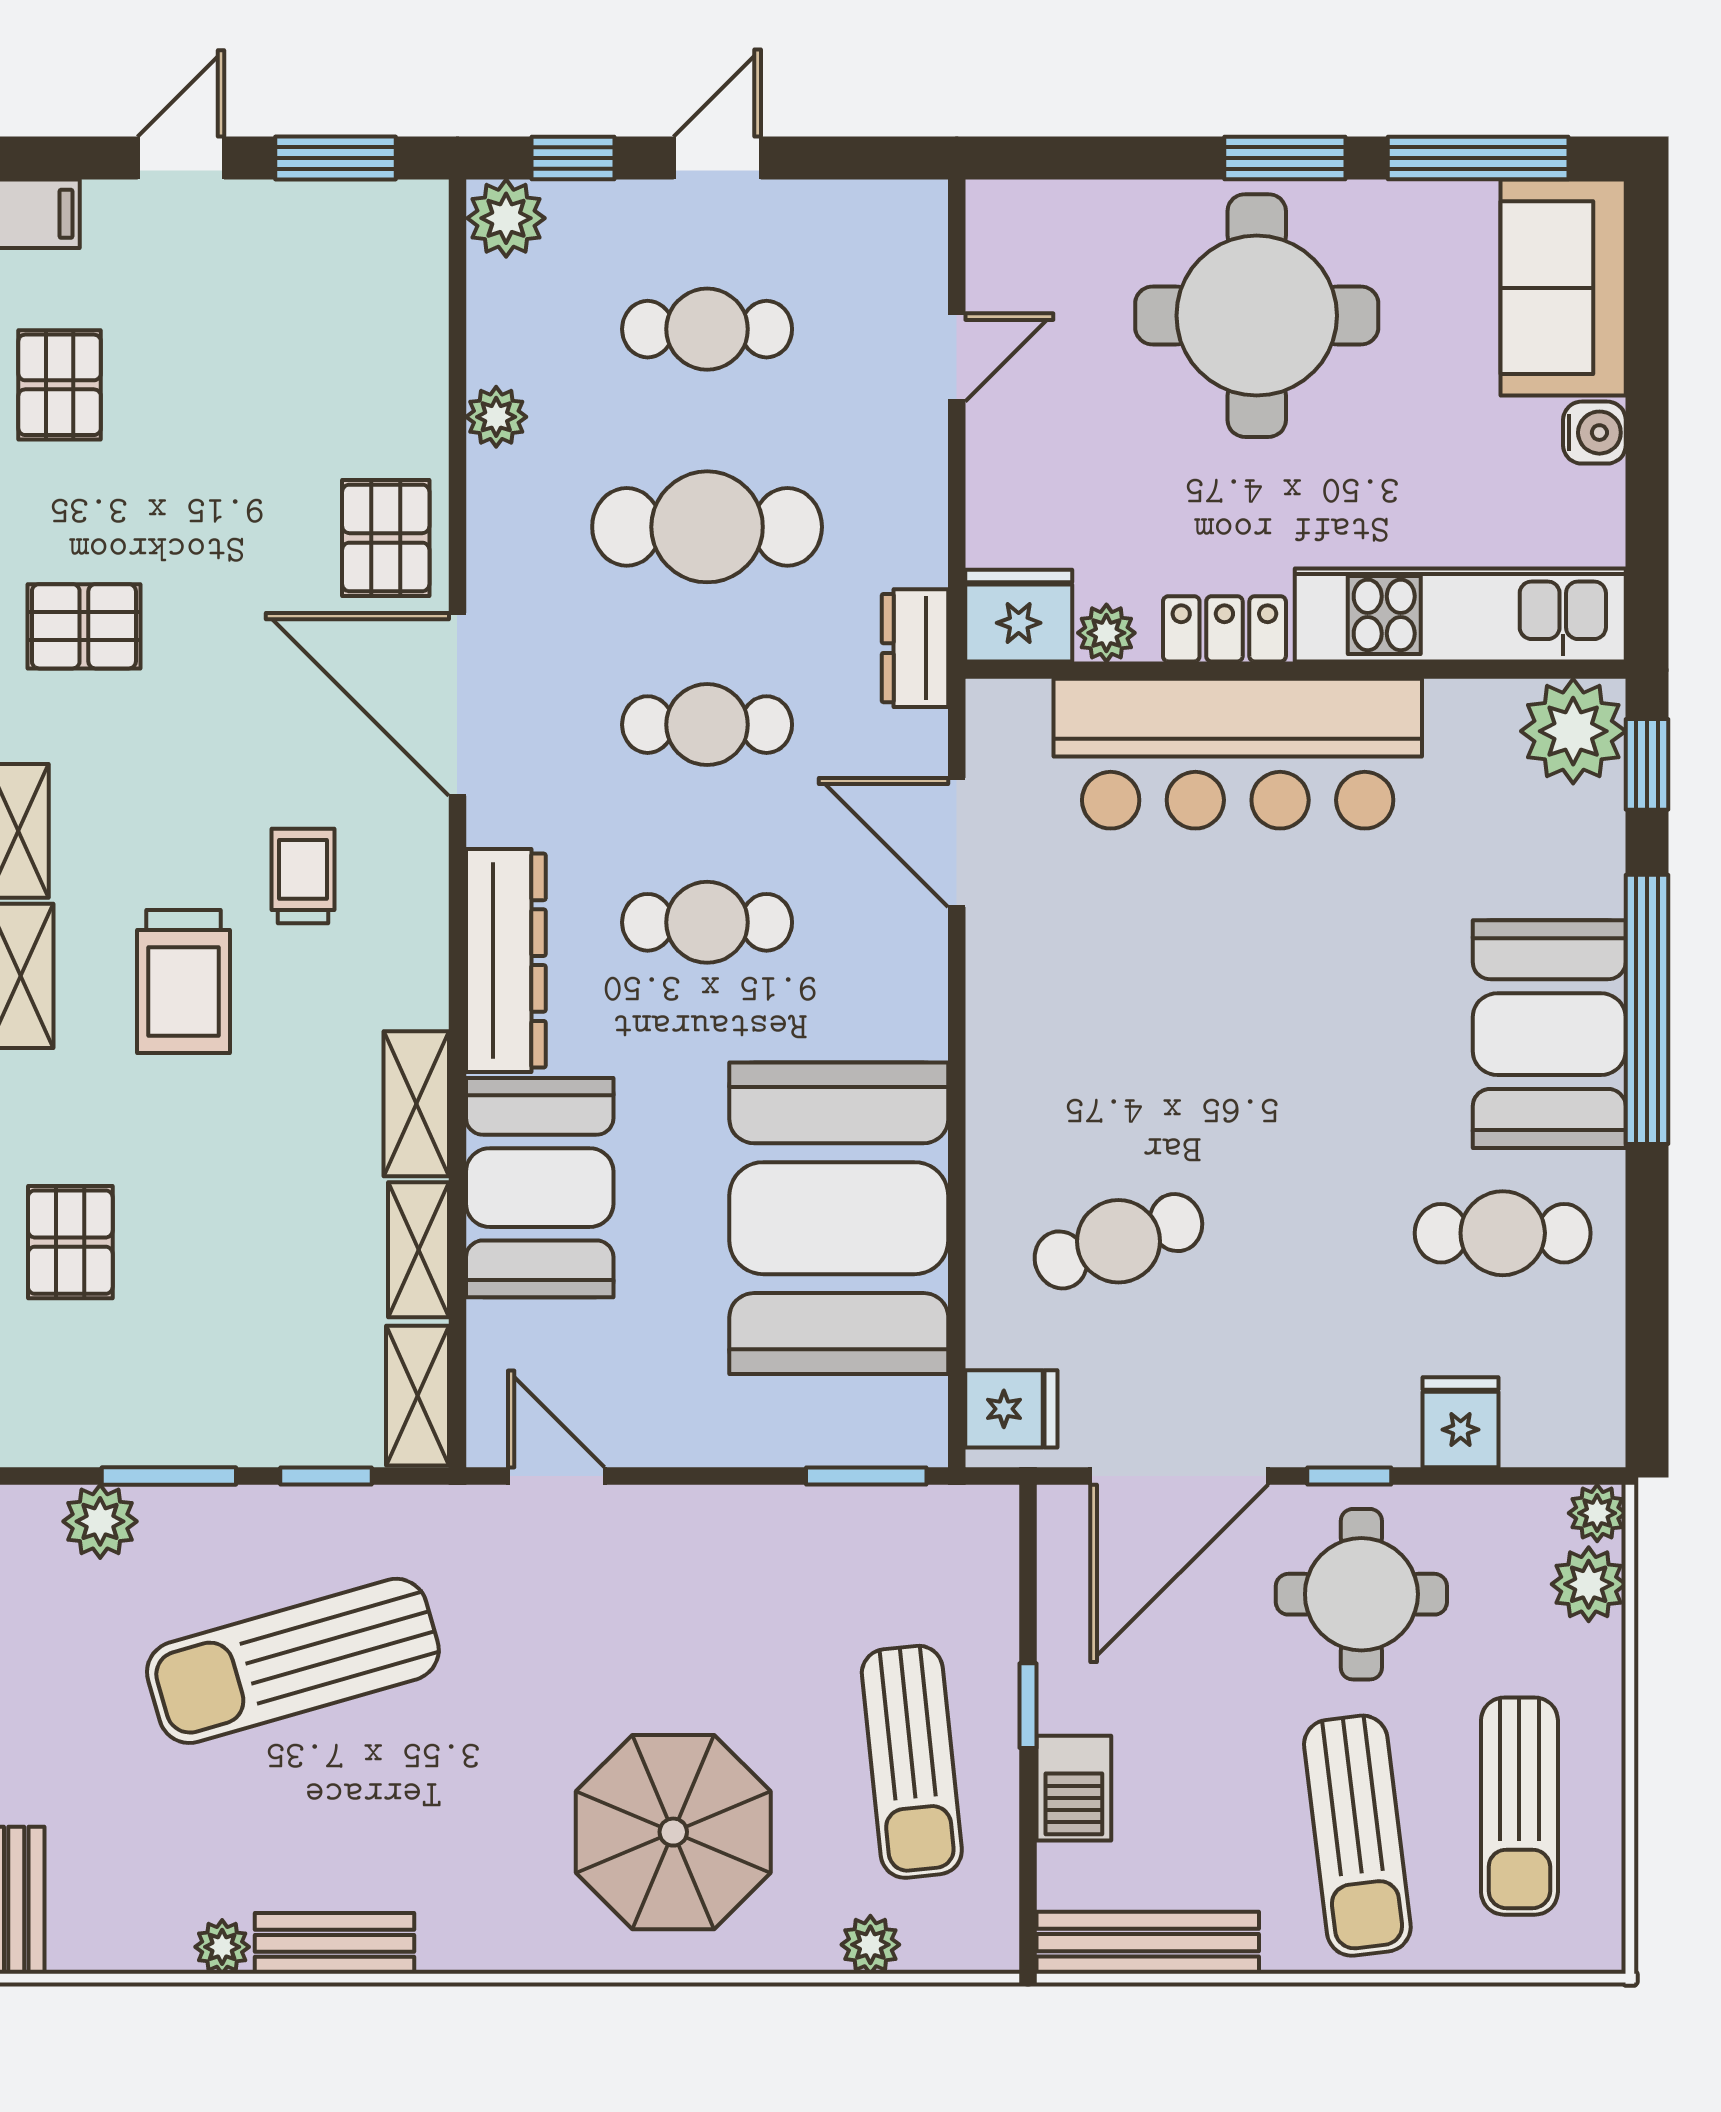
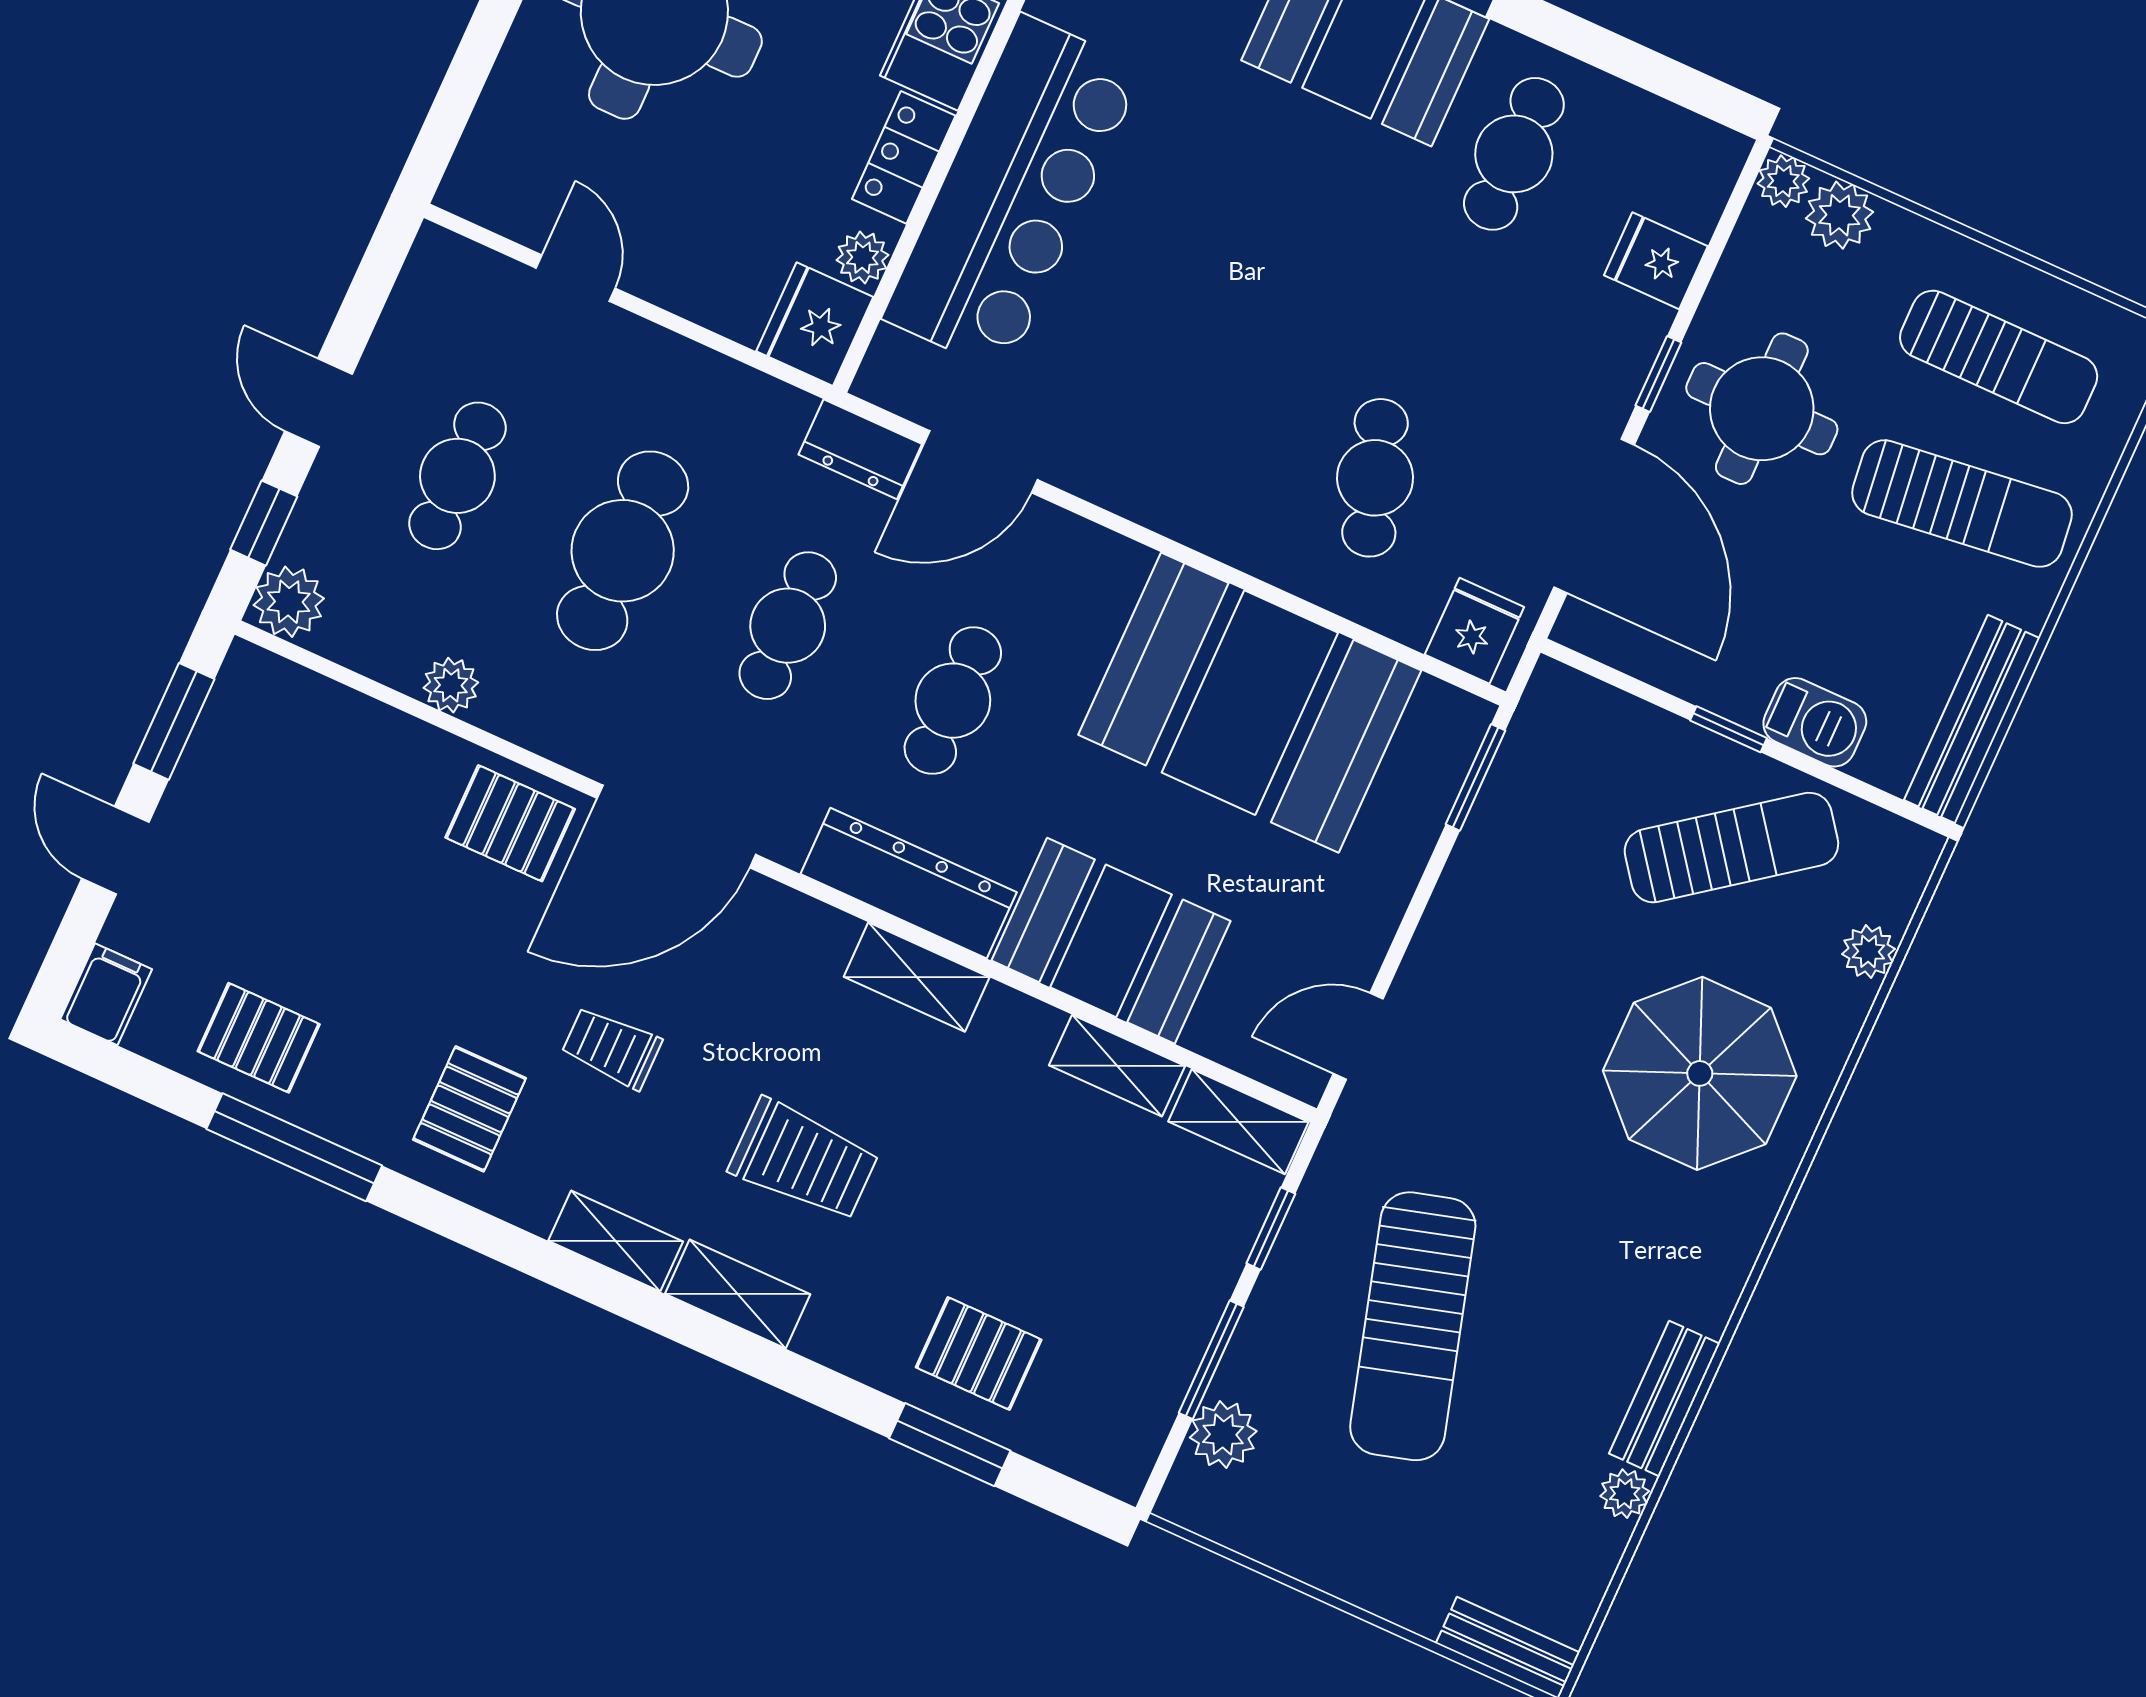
dresser: (915, 648) -> (860, 449), moved
trolley: (303, 876) -> (612, 1048), moved
shelving: (416, 1104) -> (917, 977), moved
sun lounger: (912, 1762) -> (1731, 848), turned -31

